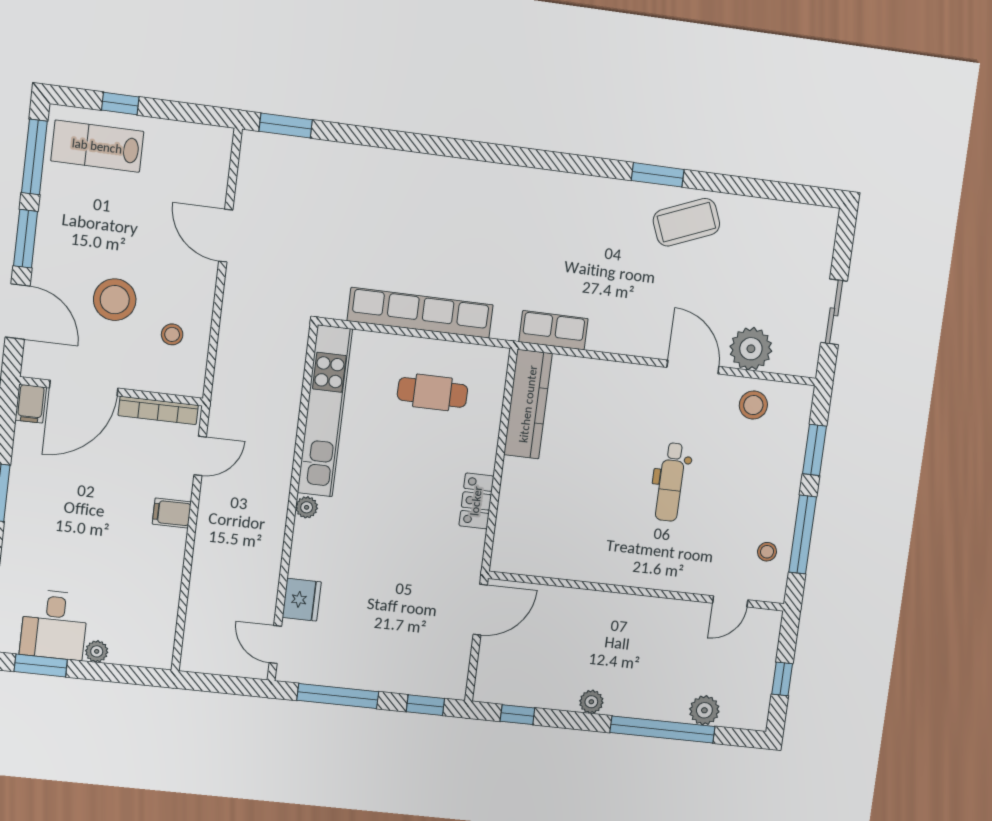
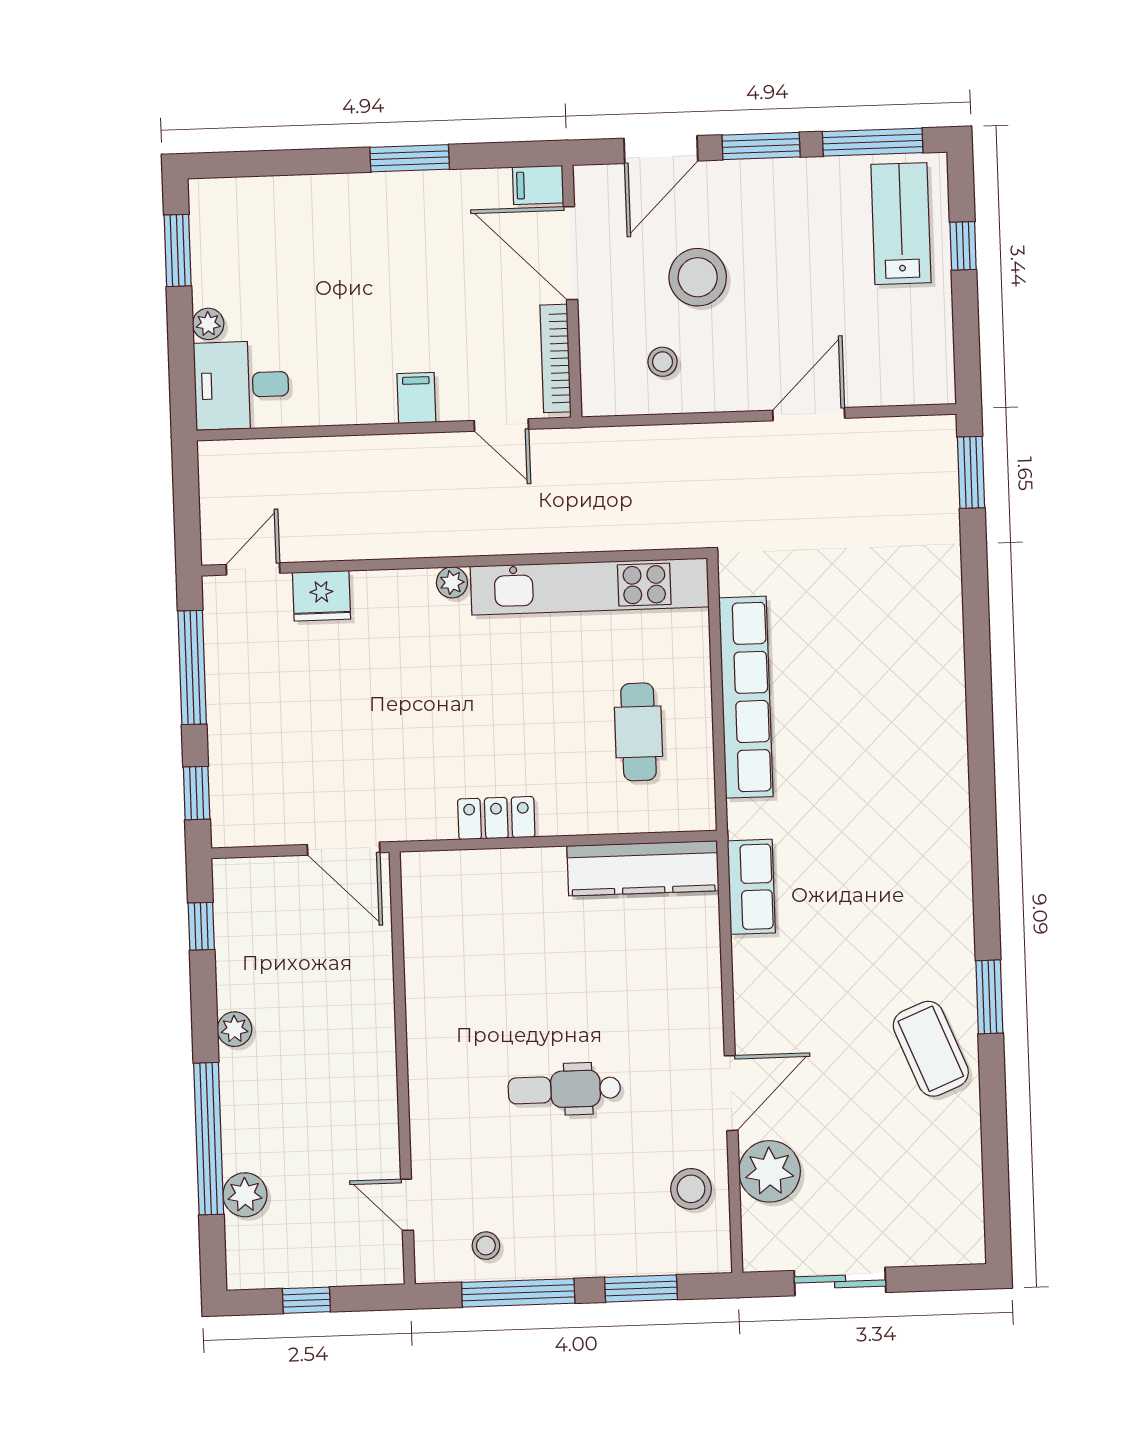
desk: (54, 625) -> (241, 385), moved

